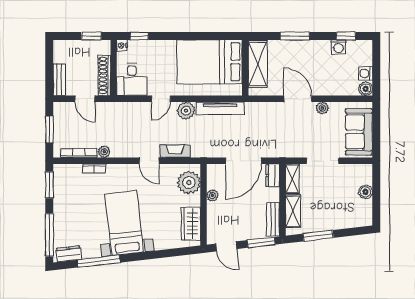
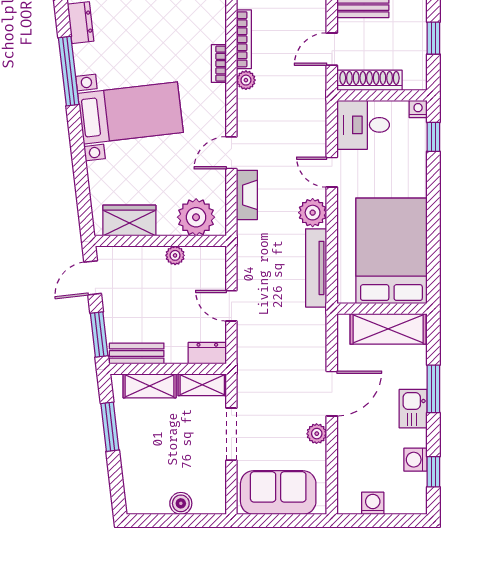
window: (91, 36) -> (433, 38), moved
kitchen sink: (307, 48) -> (413, 409), added
boiler: (366, 89) -> (348, 503), removed
door: (243, 161) -> (231, 306), width x0.53

